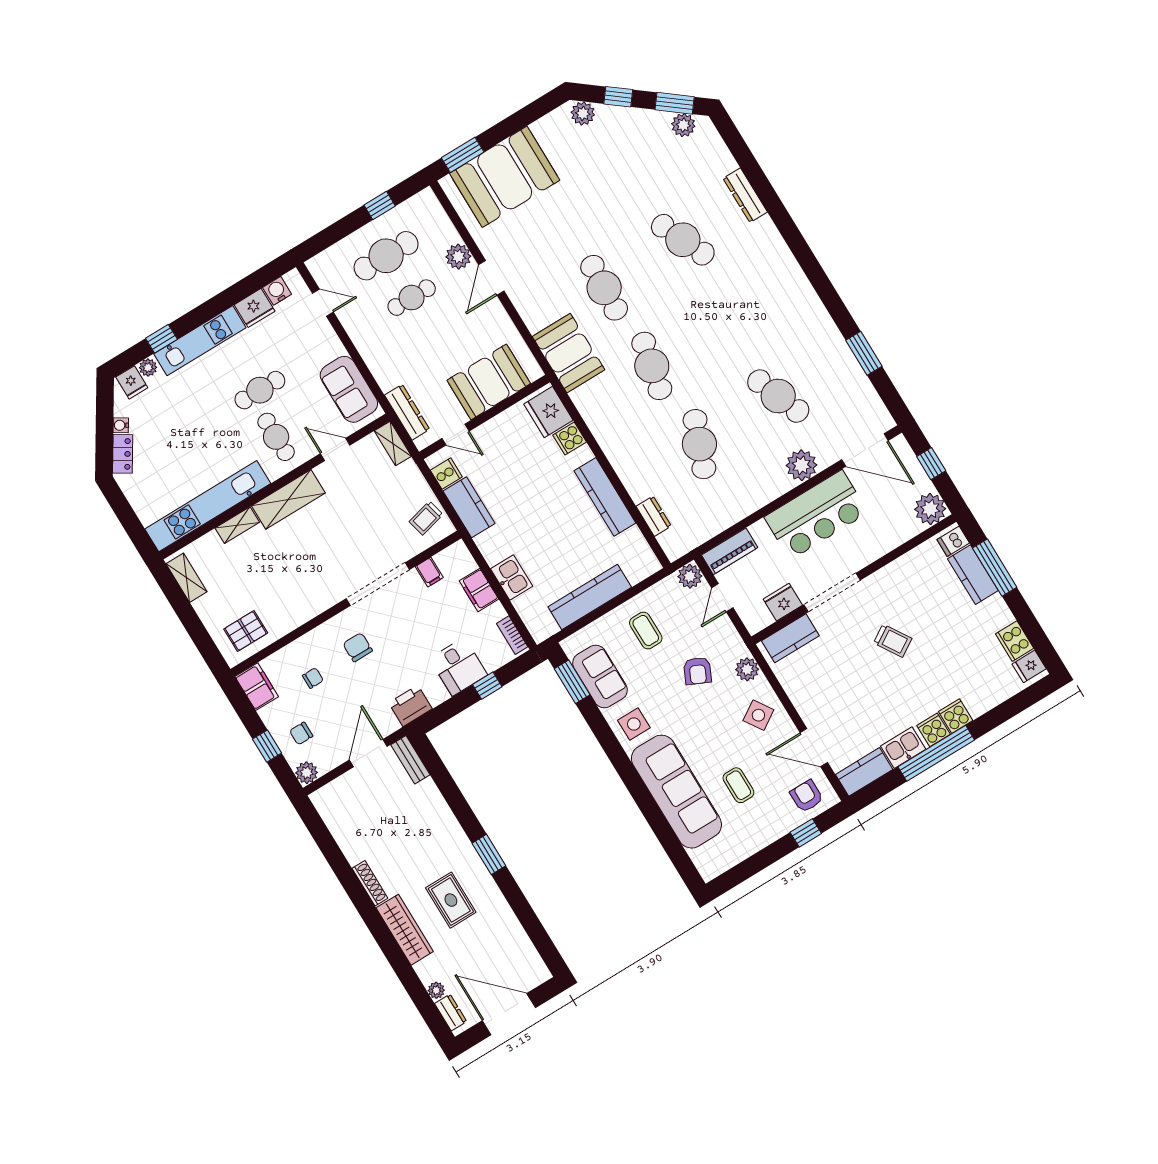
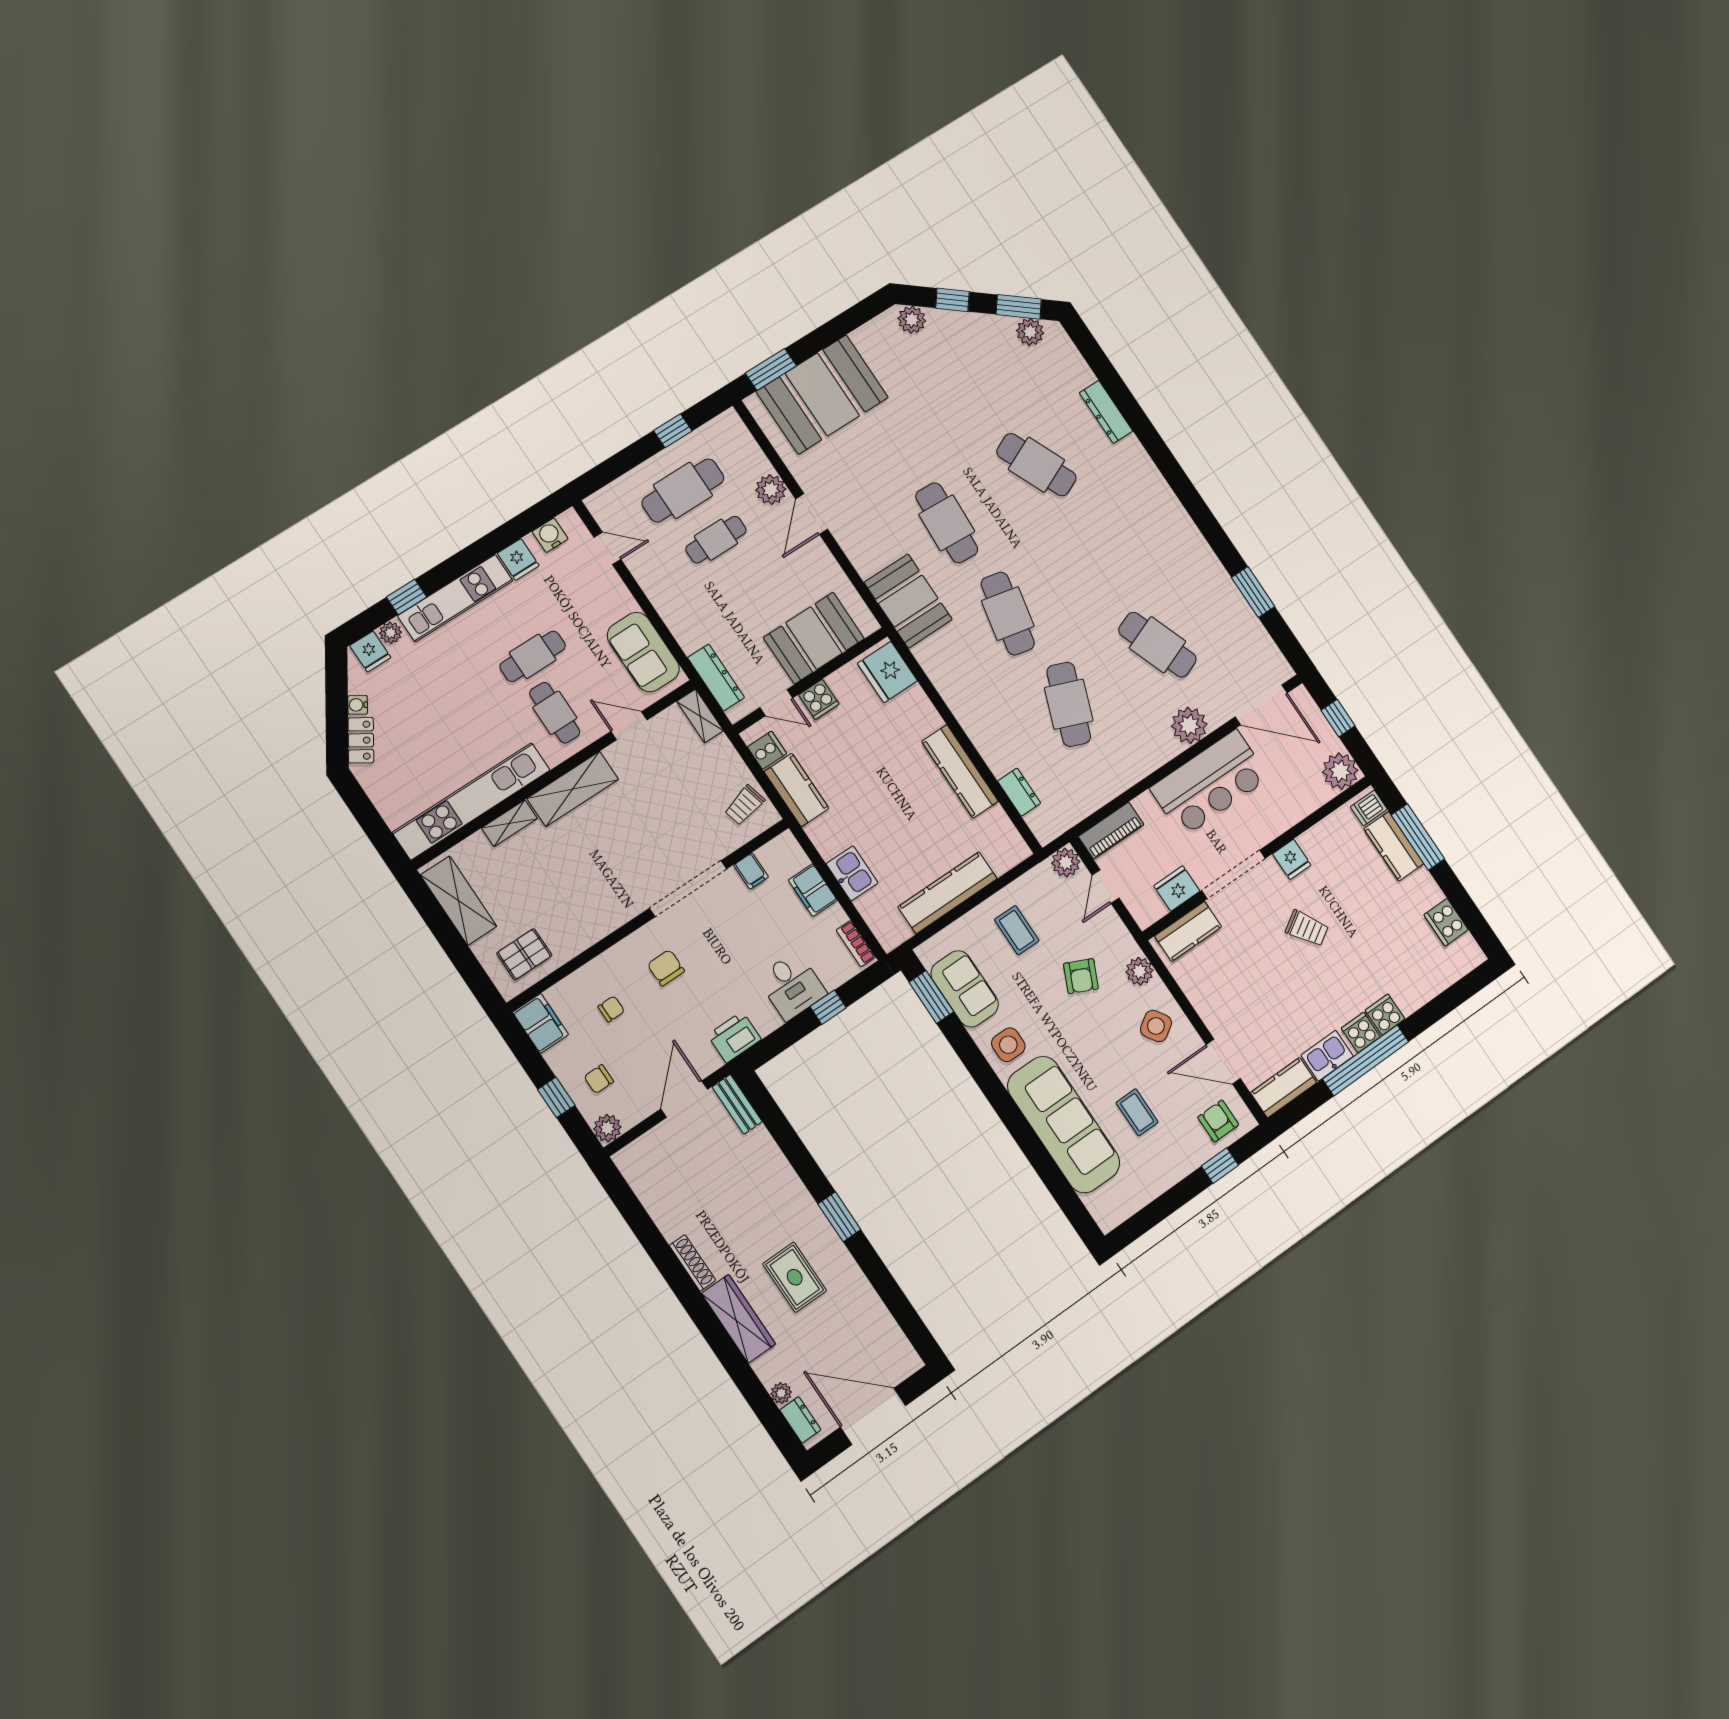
fridge: (255, 308) -> (518, 559), width x0.72
cooker: (570, 438) -> (819, 699), moved, turned -90
shelving: (187, 578) -> (459, 901), width x1.50, depth x1.33
fridge: (1029, 666) -> (1292, 859), moved, turned -90

